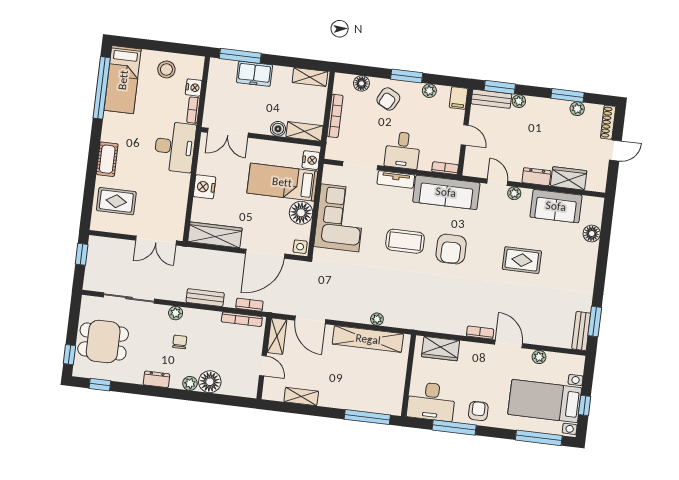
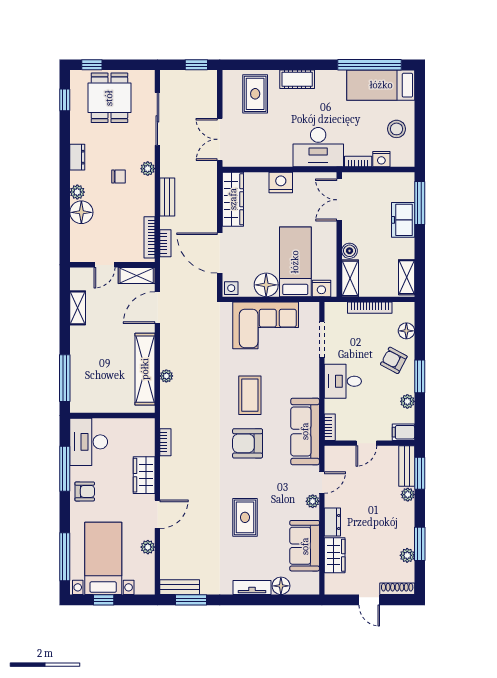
tv unit: (396, 179) -> (252, 587), moved, turned 90
bookcase: (480, 333) -> (165, 442), moved
wardrobe: (441, 349) -> (144, 475), moved

